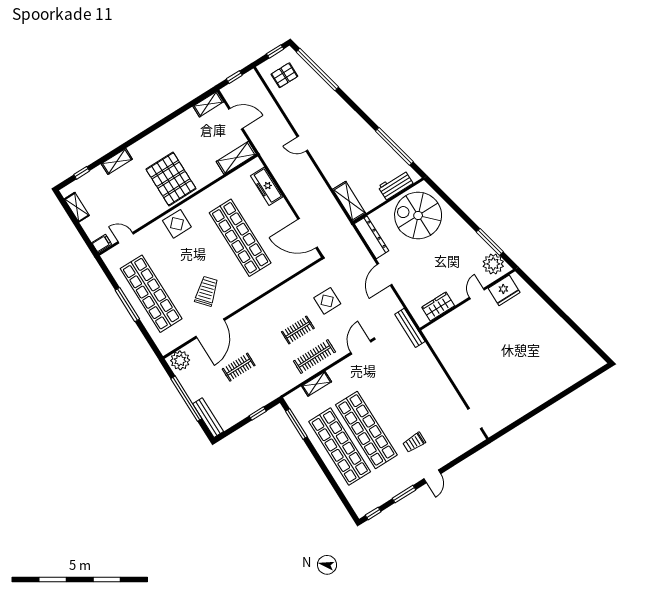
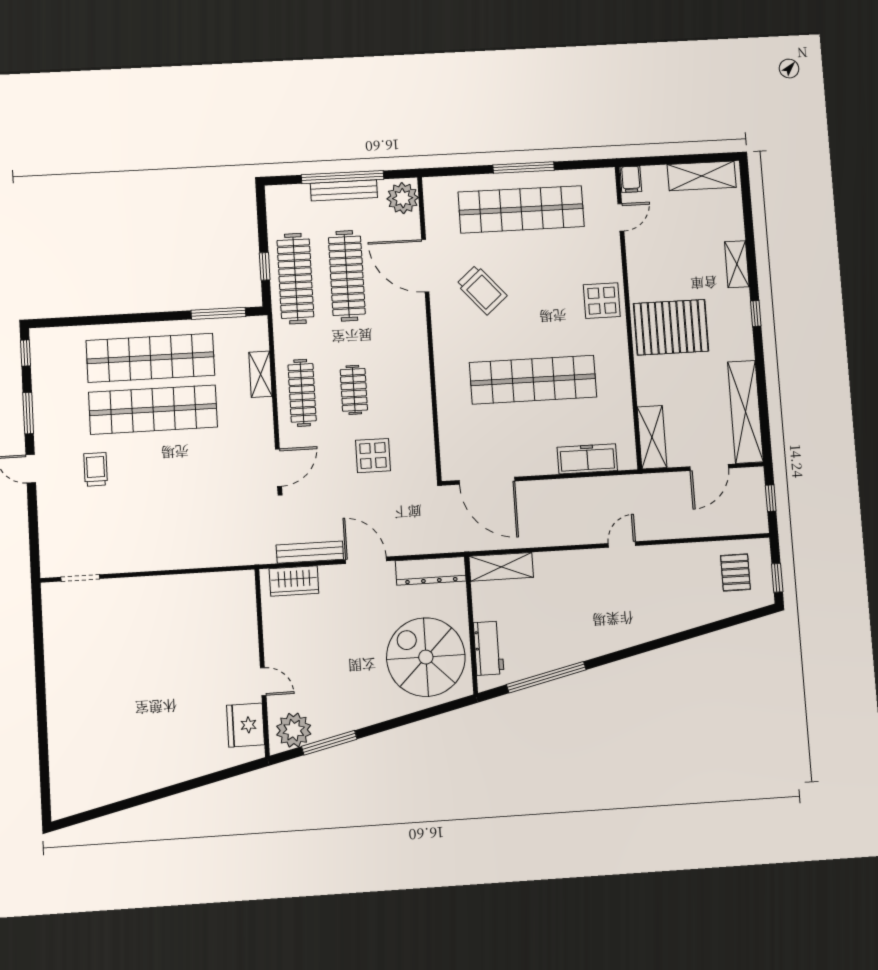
window: (317, 70) -> (719, 625), removed
shelving: (208, 104) -> (745, 412), width x2.20, depth x1.33
window: (82, 173) -> (756, 313), moved
shelving: (77, 207) -> (702, 176), width x1.50, depth x1.33
spiral stairs: (418, 215) -> (426, 657), turned -90
door: (308, 233) -> (487, 481), swing flipped
wardrobe: (438, 306) -> (294, 581), moved, turned 90
bench: (410, 328) -> (310, 552), moved
door: (361, 347) -> (278, 468), hinge flipped
clothes rail: (239, 367) -> (347, 276), width x1.86, depth x1.31
clothes rail: (255, 394) -> (295, 279), added
bench: (208, 418) -> (344, 190), moved

